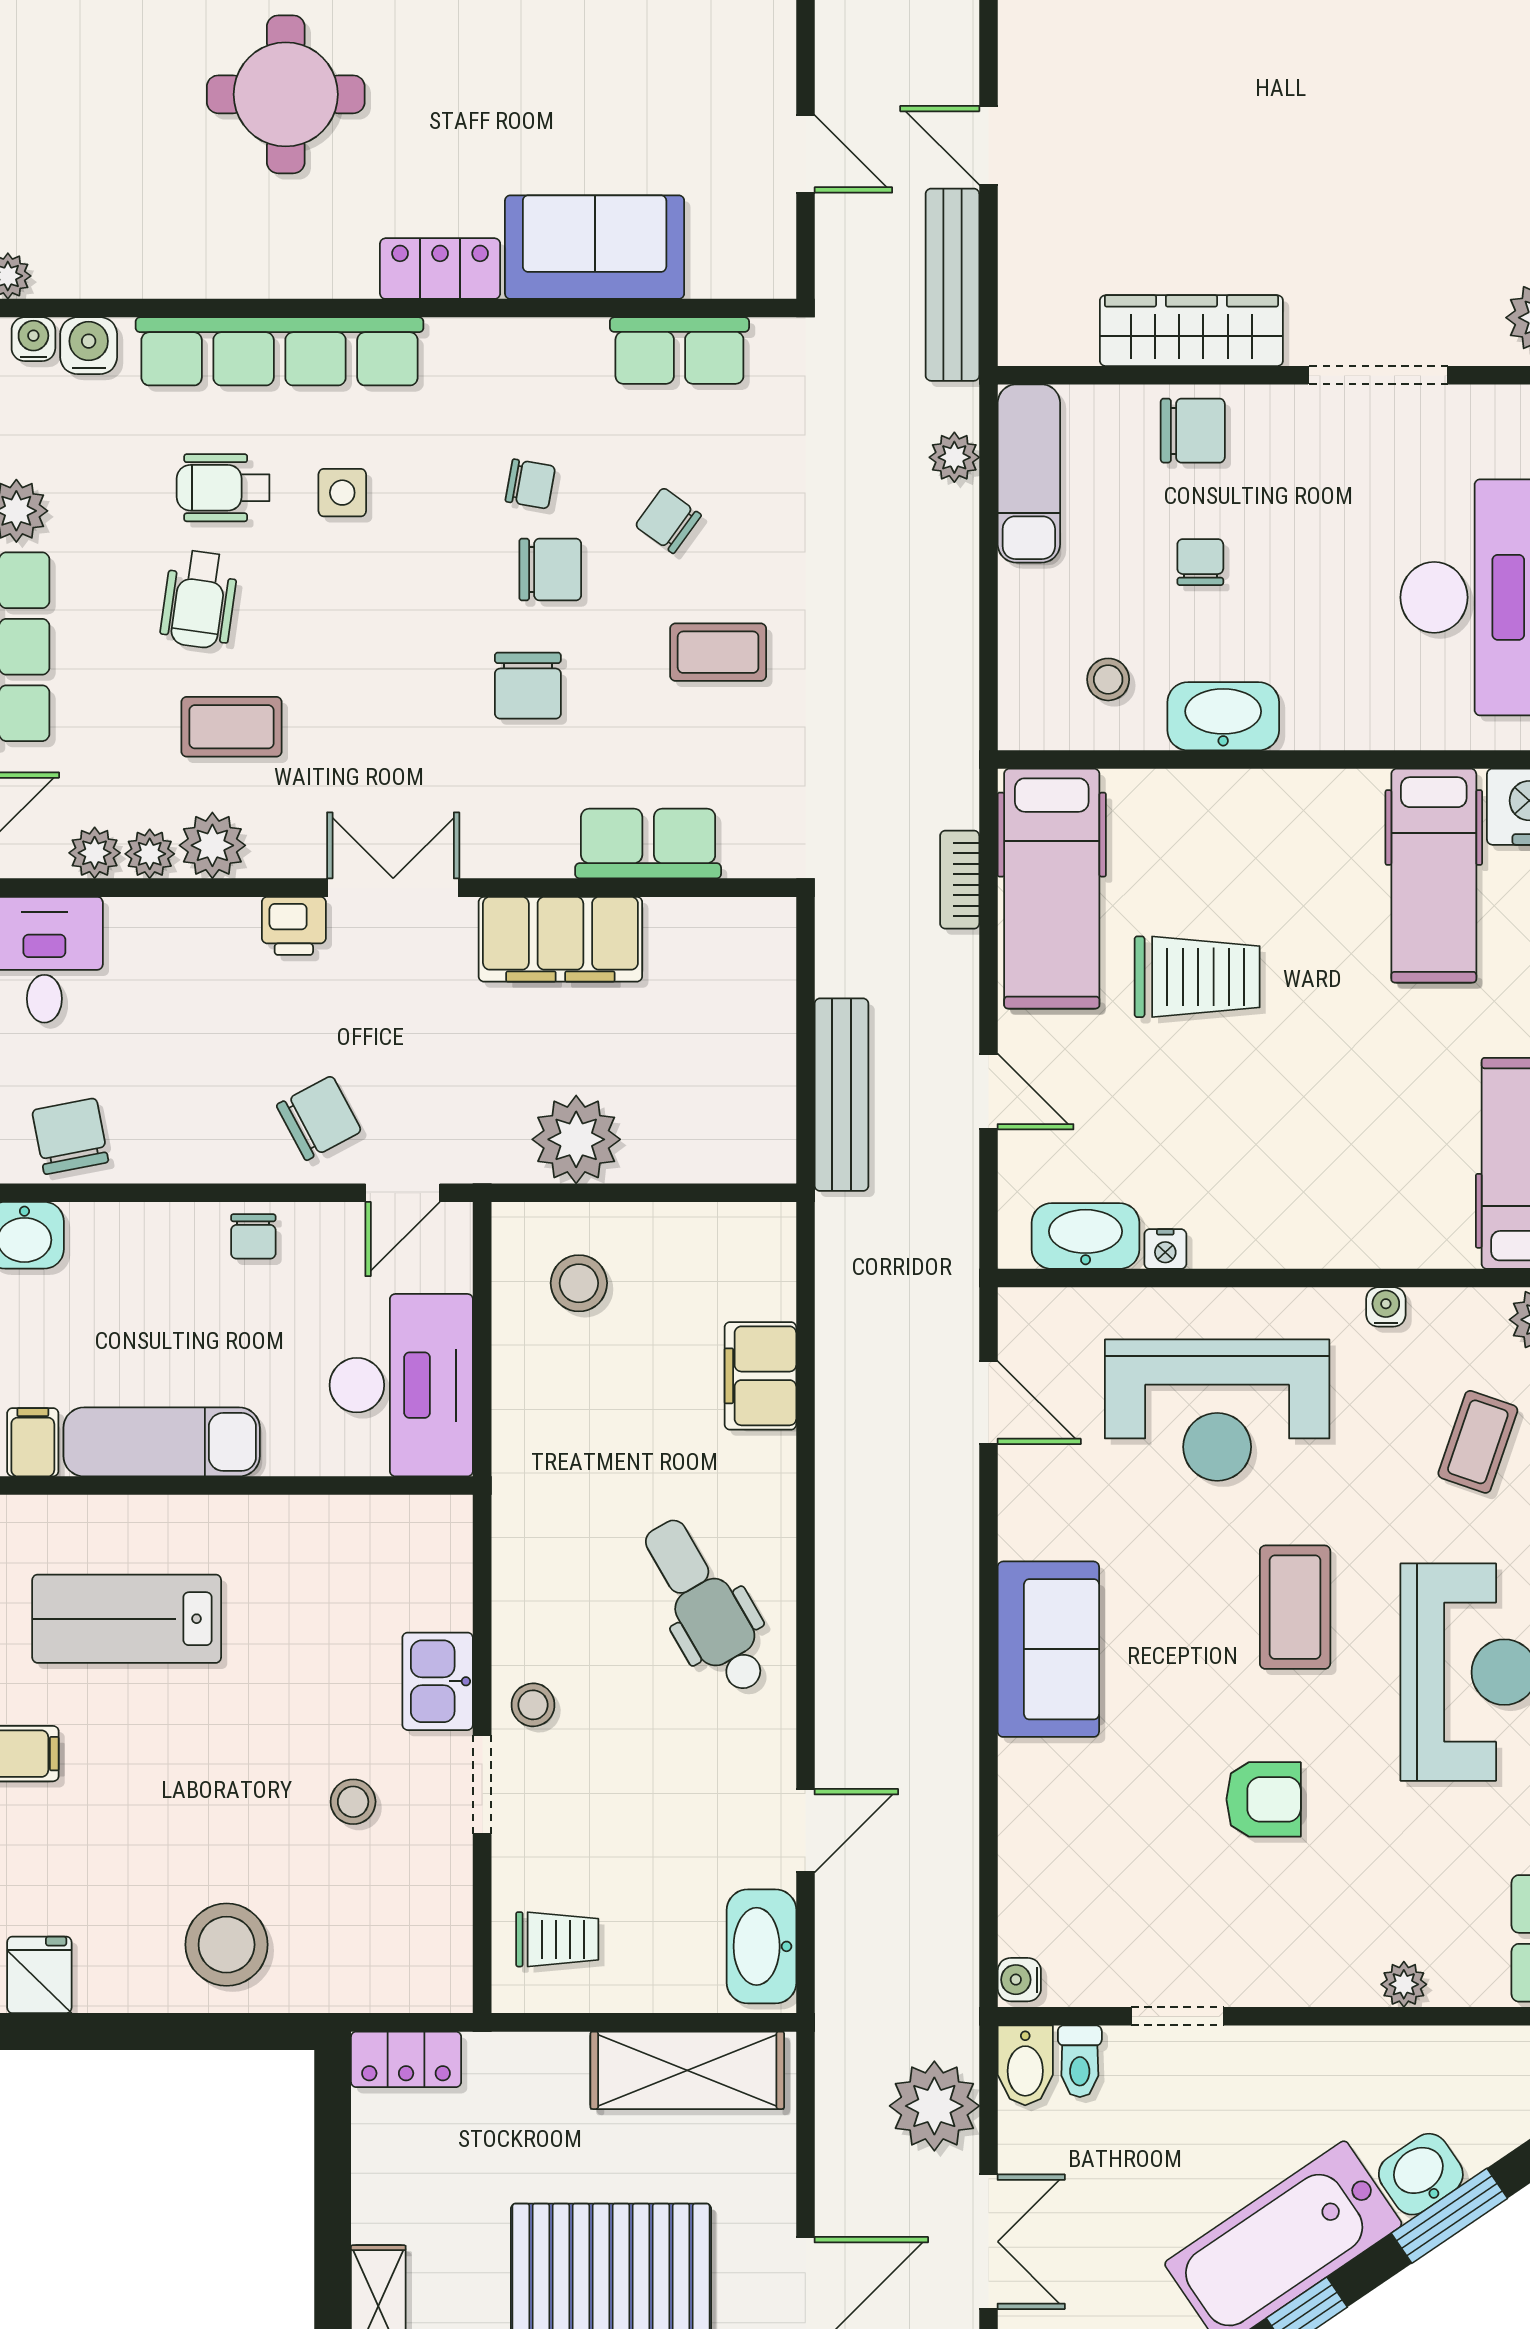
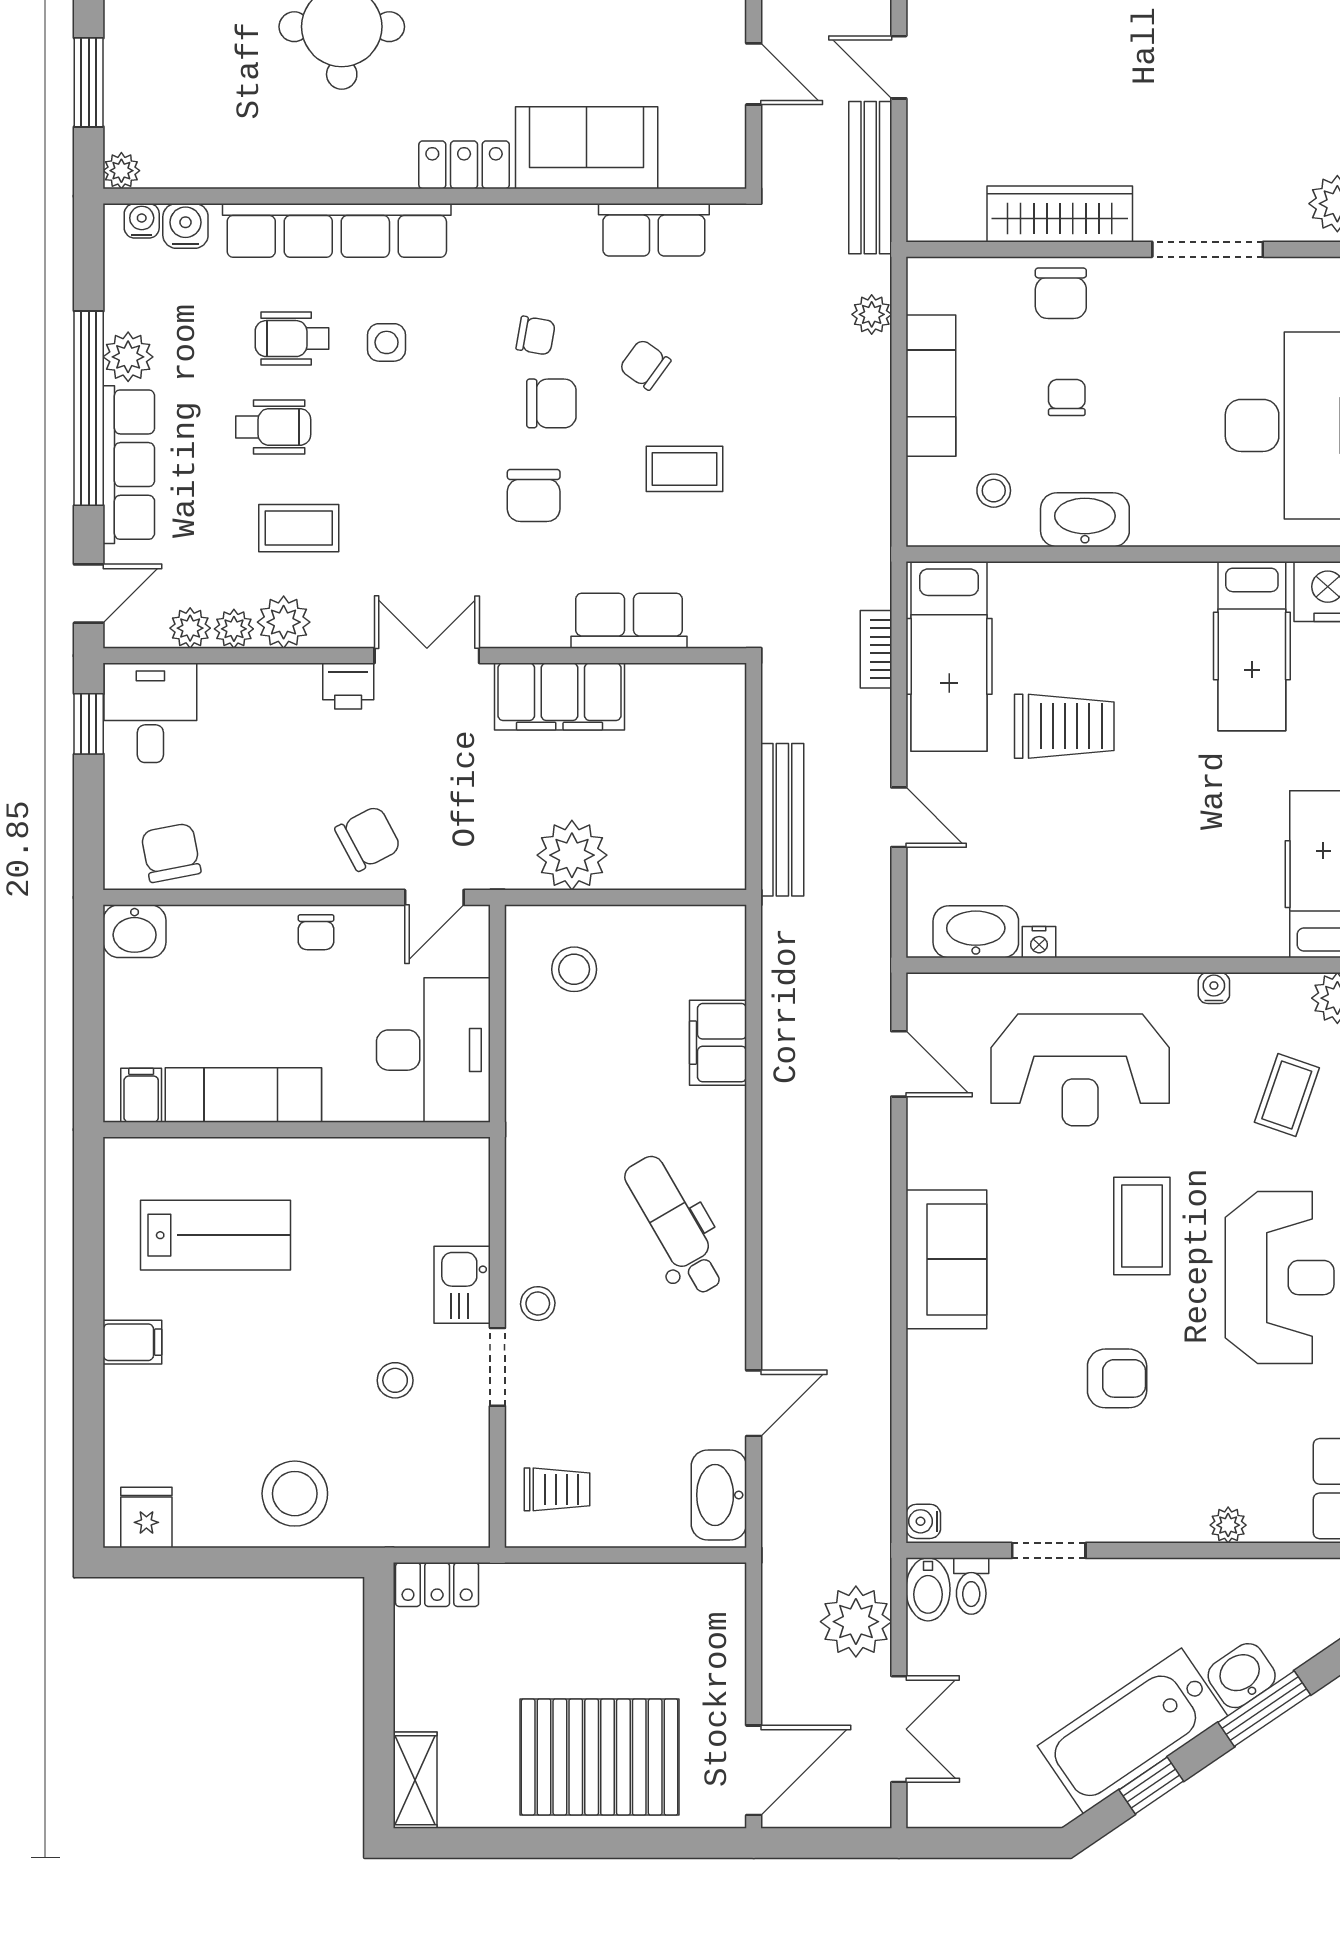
chair: (1193, 431) -> (1061, 293), turned 90
exam couch: (1029, 473) -> (931, 386), moved
wheelchair: (199, 599) -> (273, 427), turned -98
lab bench: (127, 1619) -> (216, 1235), turned 180
shelving: (687, 2070) -> (660, 1593), removed

